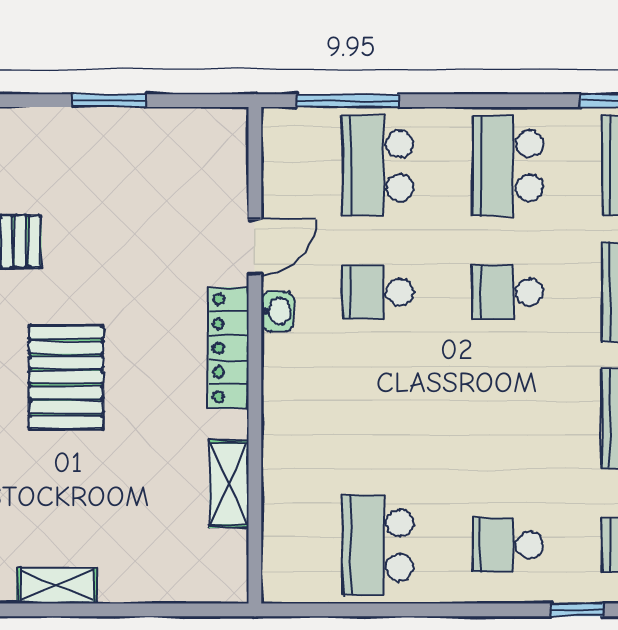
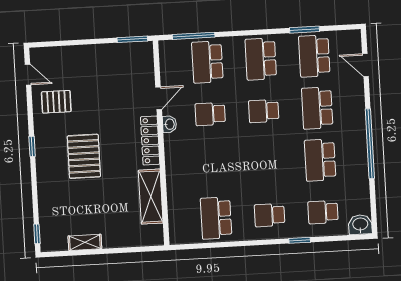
window: (109, 101) -> (132, 39), moved
shelving: (229, 484) -> (151, 197), width x1.50, depth x1.33

